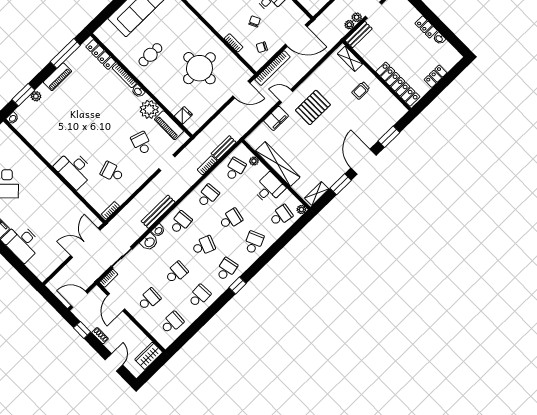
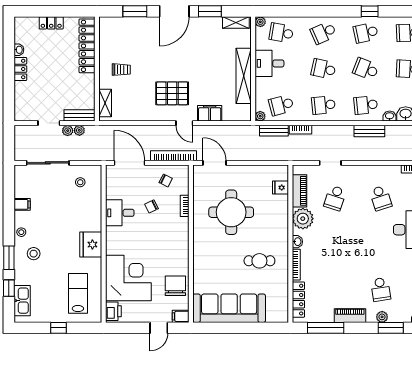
school desk: (54, 113) -> (381, 289), added
plant: (254, 161) -> (260, 116), moved
bench: (158, 212) -> (369, 131), width x0.73

